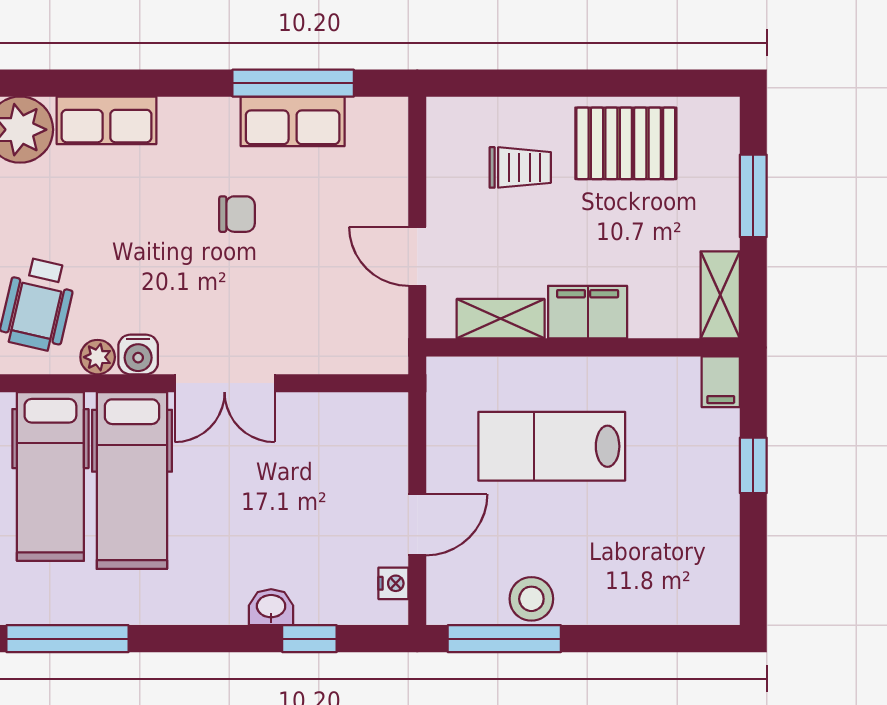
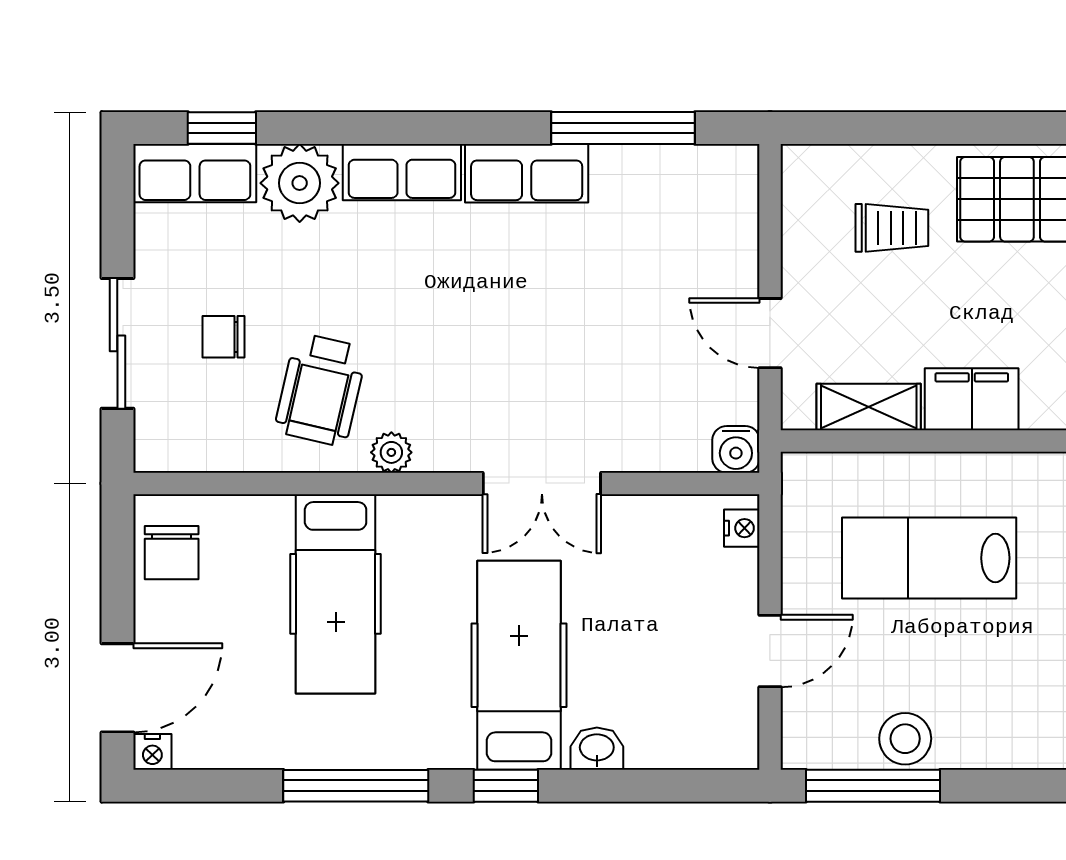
row of seats: (293, 121) -> (527, 173), moved
chair: (237, 214) -> (557, 283), removed
water cooler: (138, 354) -> (736, 449), moved
hospital bed: (132, 481) -> (519, 665), moved, turned 180
nightstand: (393, 583) -> (742, 528), moved
window: (309, 639) -> (506, 786), moved

